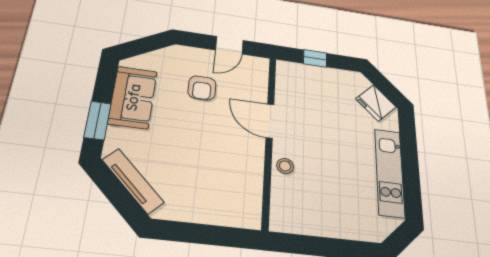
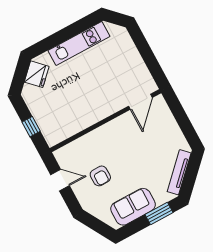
armchair: (202, 88) -> (100, 176), turned 89
door: (270, 121) -> (140, 102), moved
stool: (285, 166) -> (116, 102), removed

